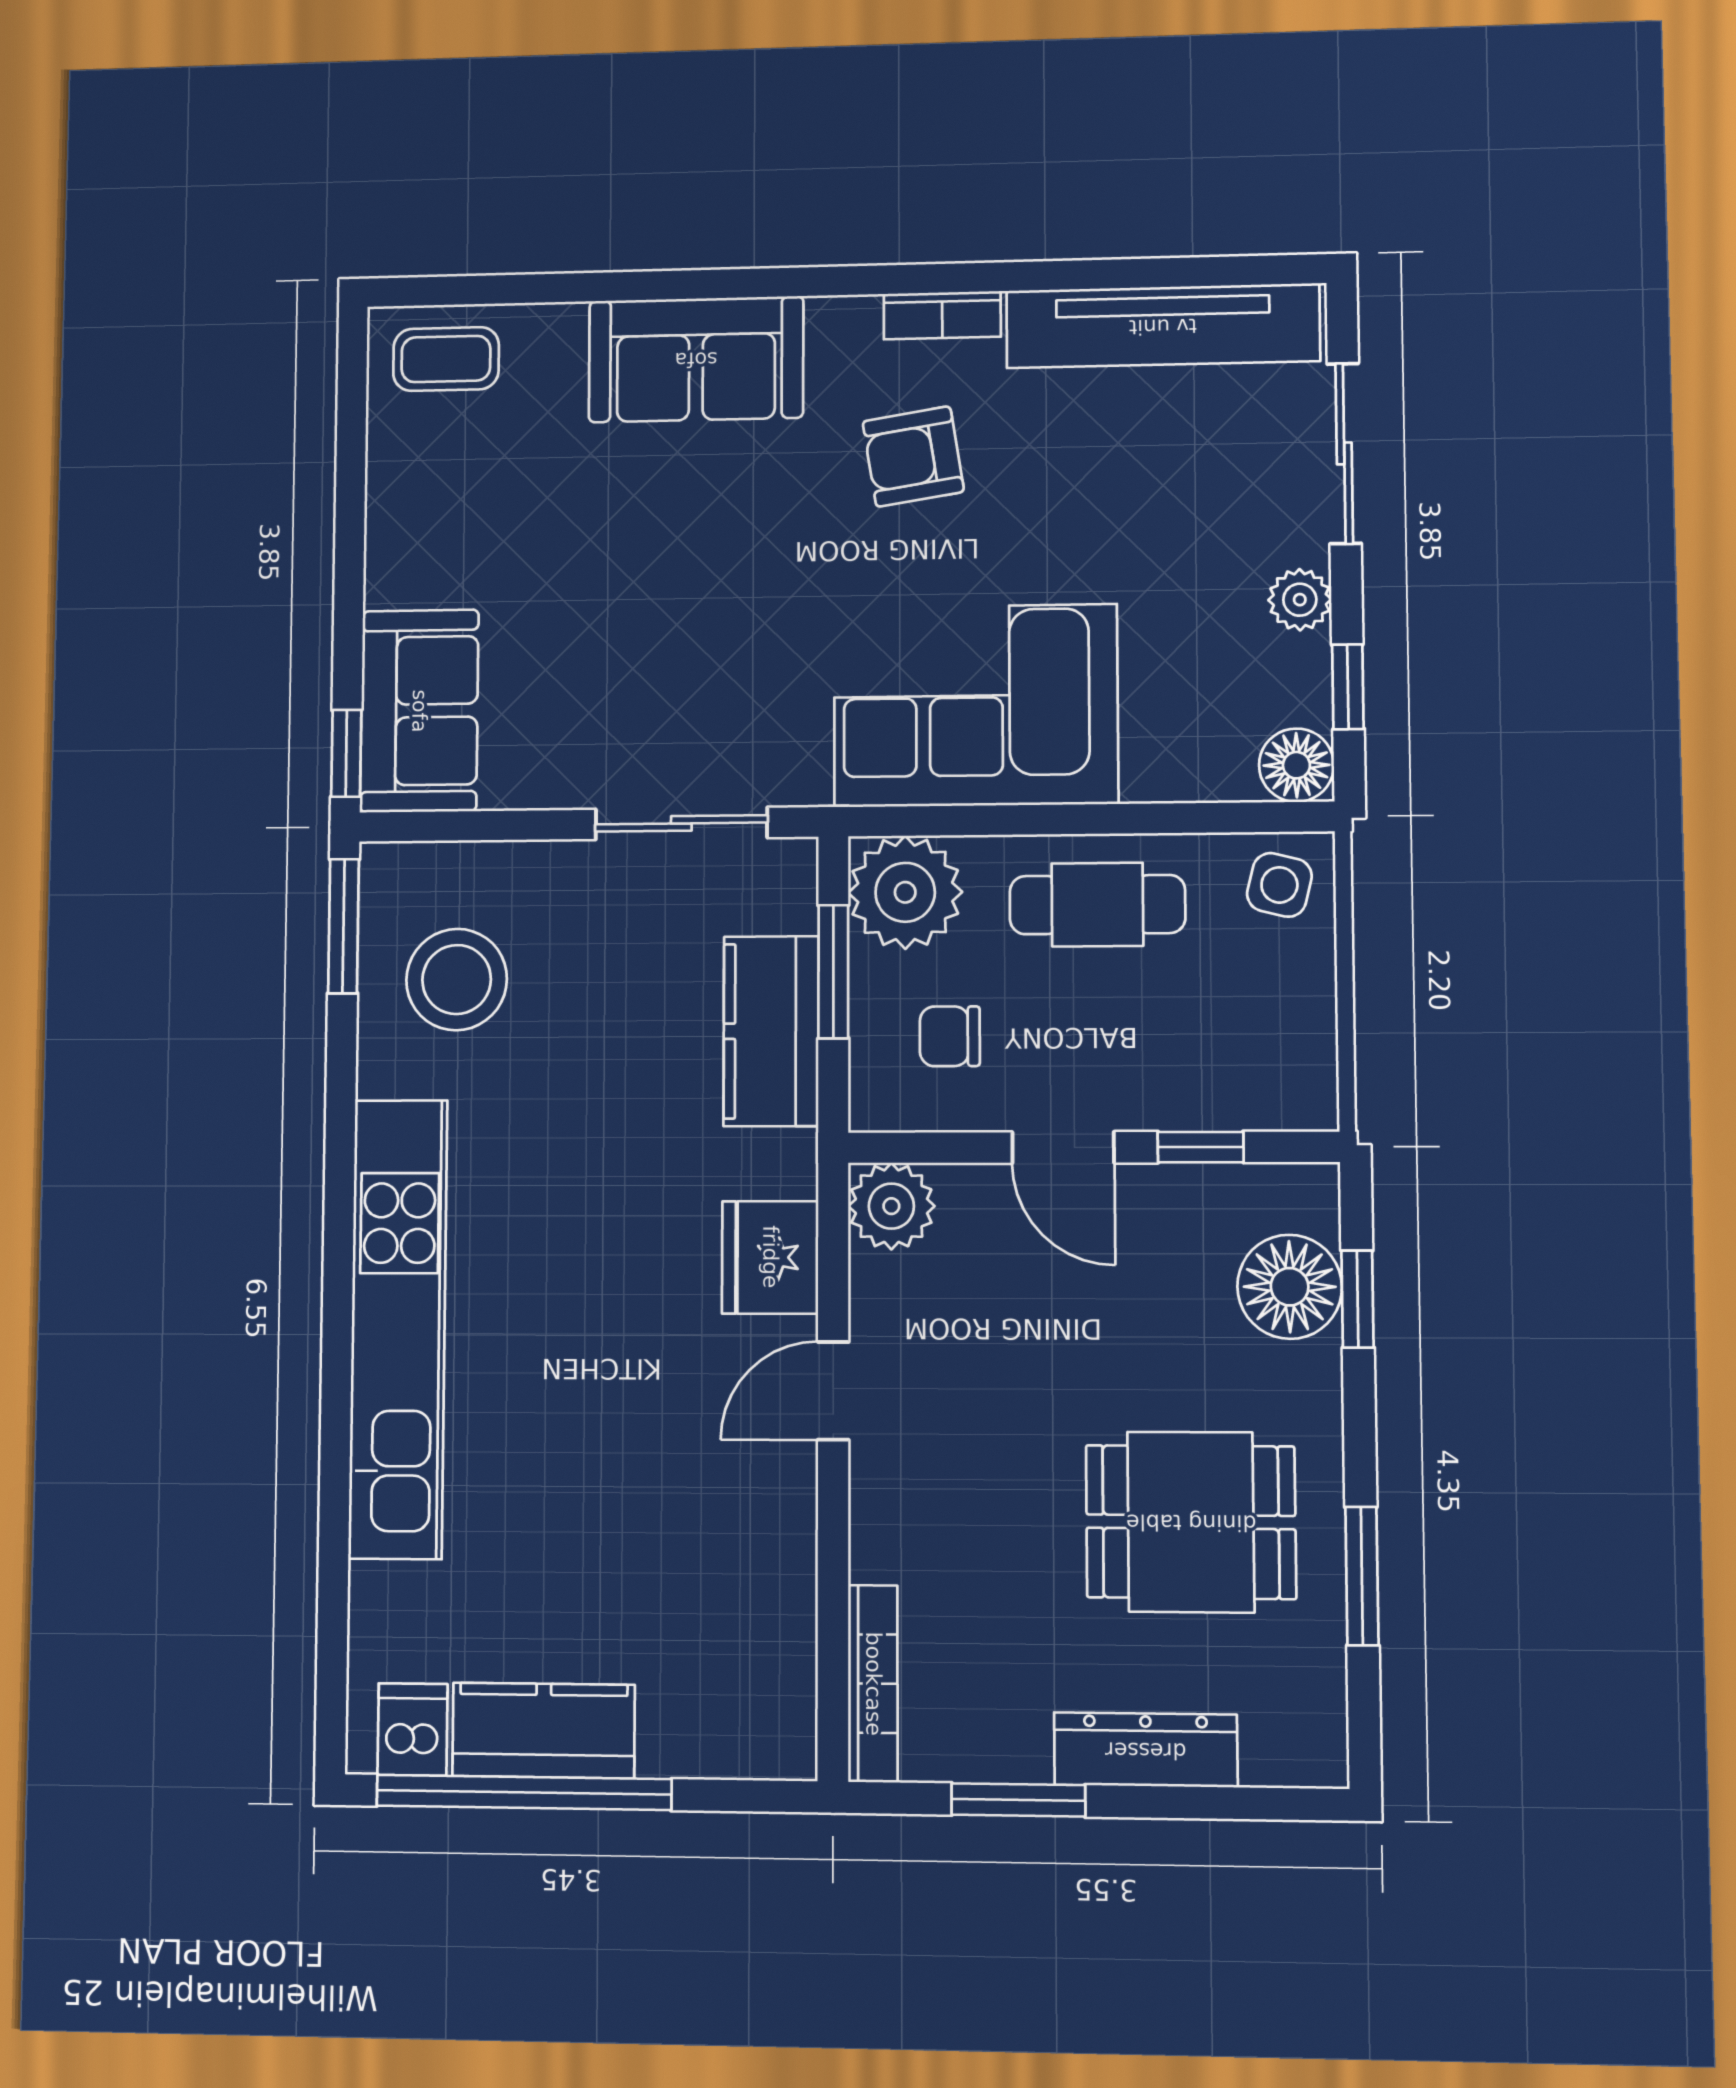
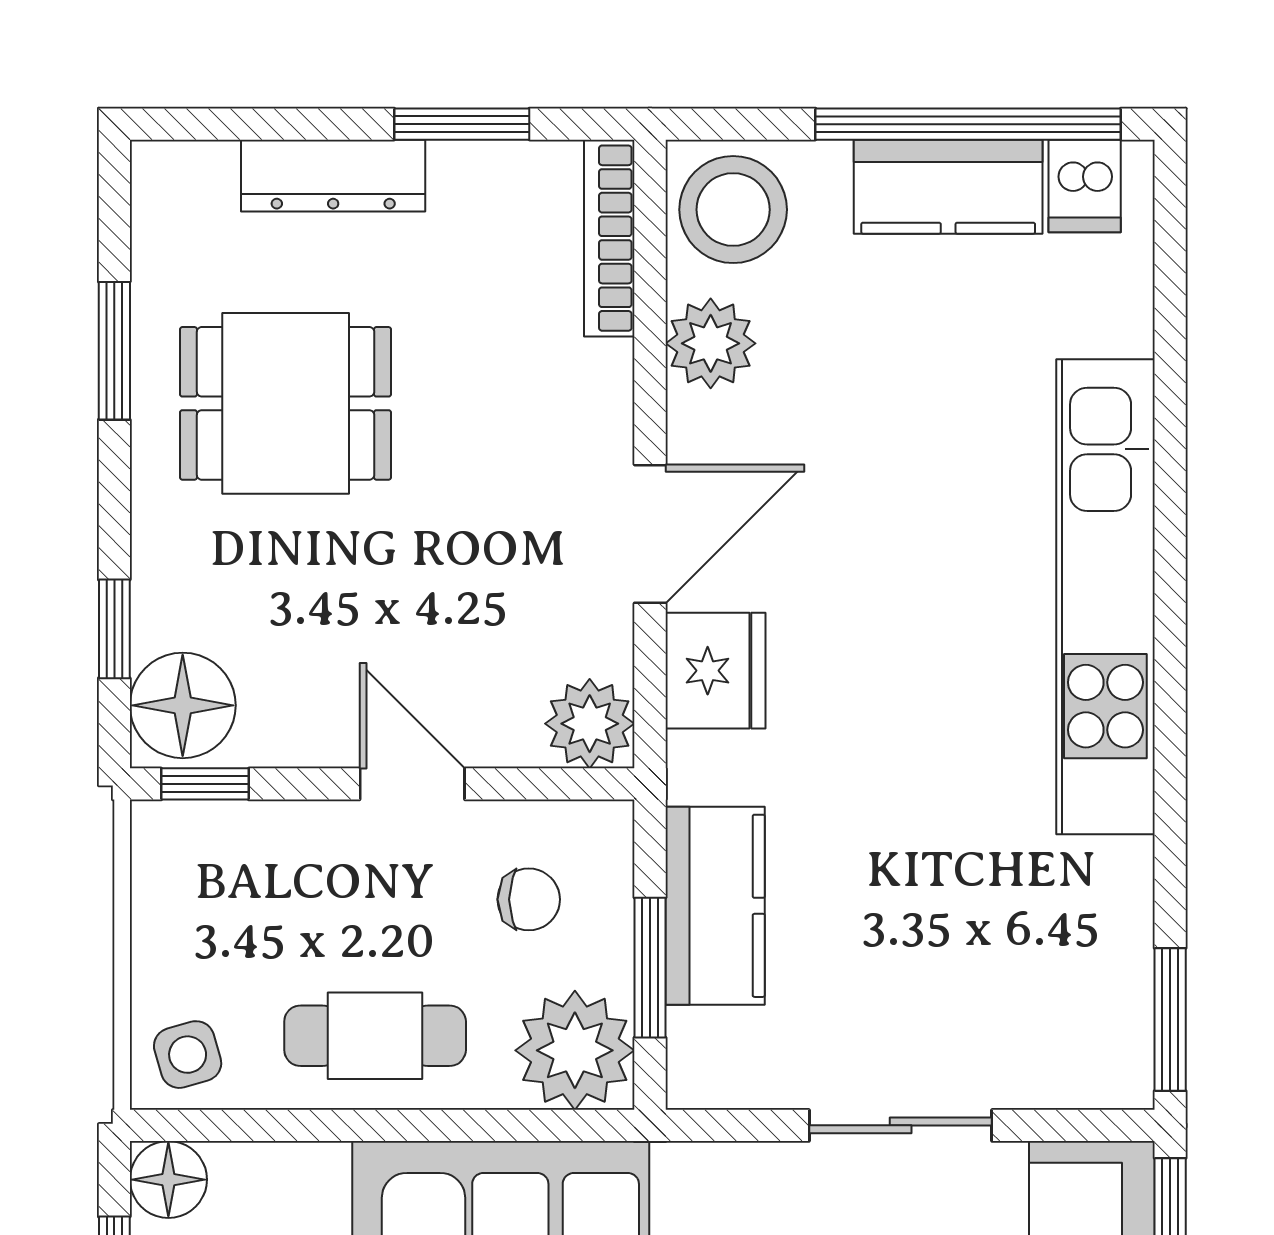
sliding door: (681, 823) -> (901, 1125), moved
side table: (1279, 885) -> (188, 1055), turned -30
stool: (457, 980) -> (733, 210), moved
window: (1201, 1147) -> (205, 784), moved
floor lamp: (1290, 1287) -> (183, 705), moved
door: (833, 1391) -> (650, 534), width x1.38
plant: (774, 1578) -> (711, 343), added

